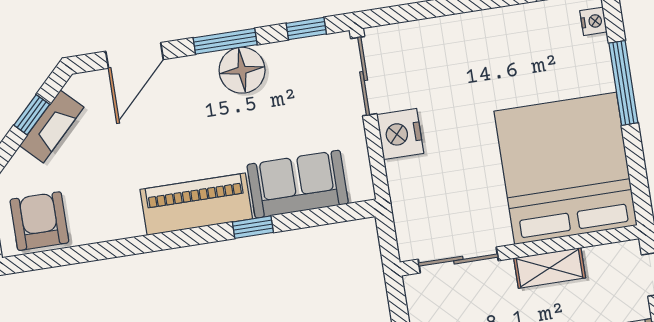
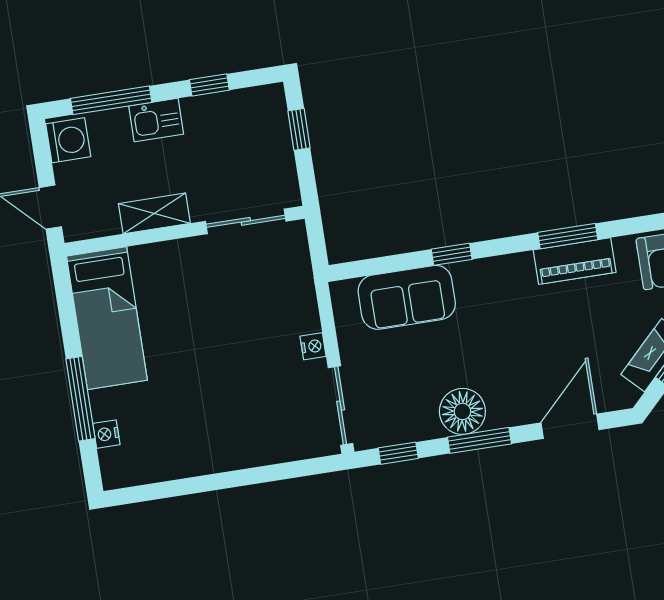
nightstand: (593, 21) -> (106, 434), moved
nightstand: (400, 134) -> (313, 346), width x0.53, depth x0.56
bed: (566, 168) -> (107, 318), width x0.49
piano: (196, 204) -> (575, 261), moved, width x0.73, depth x0.75
window: (137, 245) -> (568, 236), added

